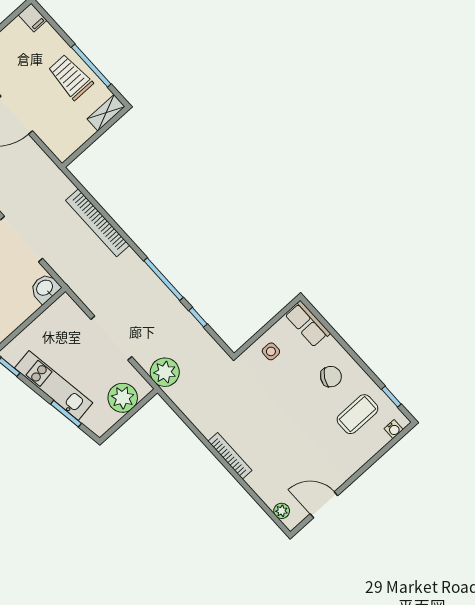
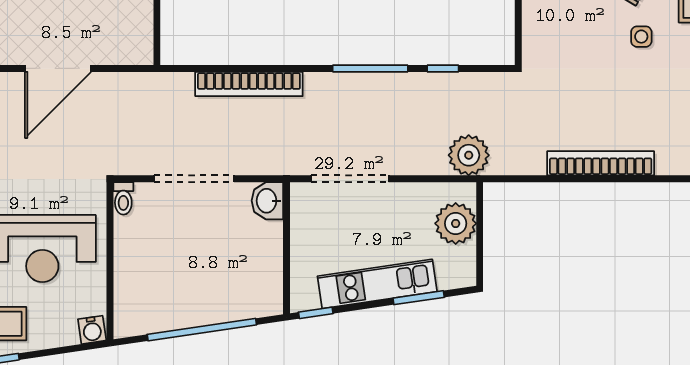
doorway: (111, 338) -> (350, 179), moved
side table: (271, 351) -> (641, 37), moved
bookcase: (230, 456) -> (601, 163), width x1.48, depth x1.31

